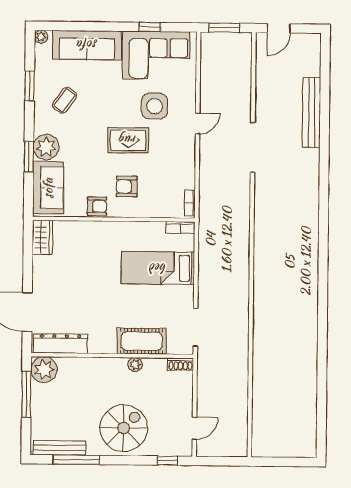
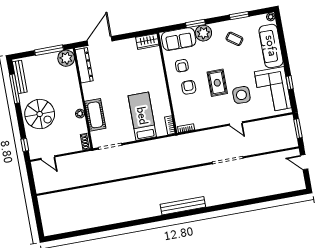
bench: (312, 112) -> (183, 206), moved
armchair: (97, 206) -> (182, 66), moved

